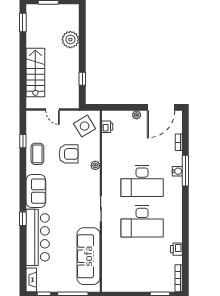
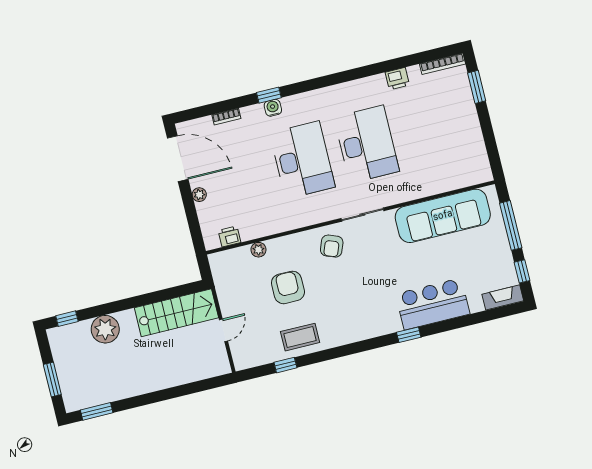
stairs: (35, 72) -> (176, 313), moved, turned 180
window: (82, 79) -> (67, 319), moved
side table: (85, 126) -> (237, 273), removed
plant: (95, 165) -> (258, 250), moved
window: (185, 171) -> (269, 95), width x0.46
armchair: (87, 186) -> (332, 246), added
sofa: (36, 191) -> (360, 325), removed
bar counter: (38, 237) -> (433, 304), width x0.73

